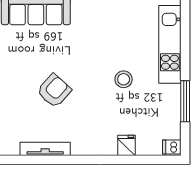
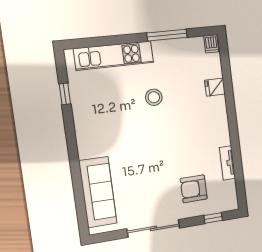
armchair: (54, 91) -> (194, 189), moved, turned -42
tv unit: (45, 149) -> (227, 163), width x0.71

